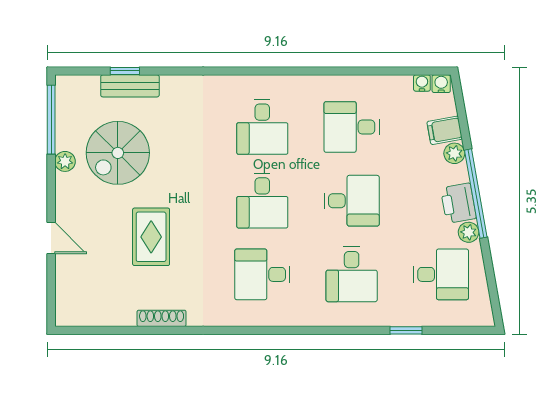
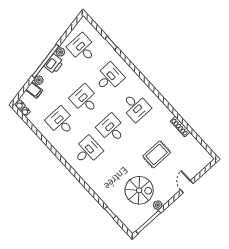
bench: (130, 86) -> (114, 206), removed
desk: (352, 127) -> (61, 122), turned 180
desk: (262, 201) -> (112, 129), turned -90

